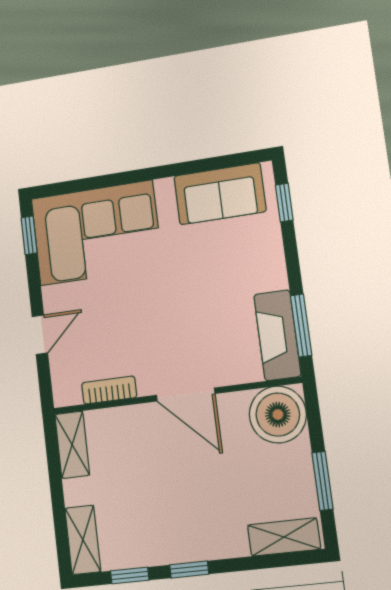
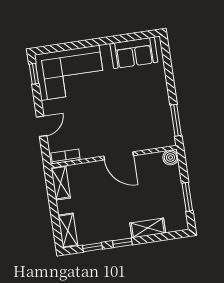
window: (284, 203) -> (167, 58), removed
fireplace: (277, 335) -> (164, 125), removed
bookcase: (109, 390) -> (66, 156), moved
boiler: (278, 415) -> (170, 157), width x0.54, depth x0.54
shelving: (284, 537) -> (148, 228), moved

